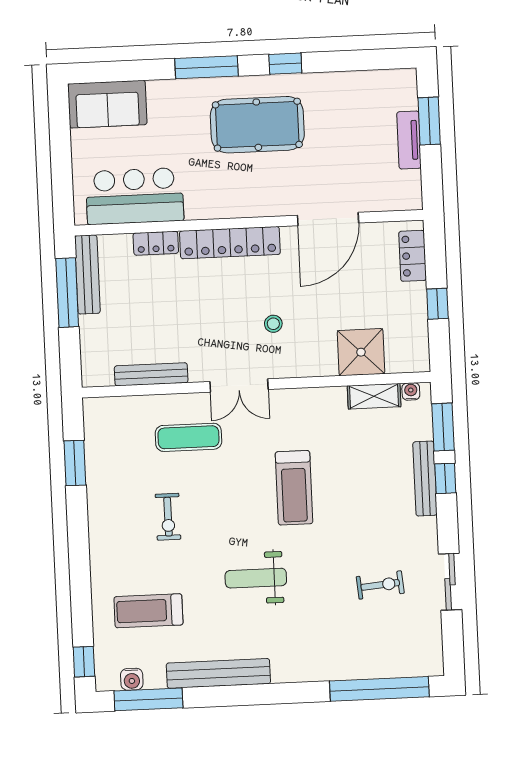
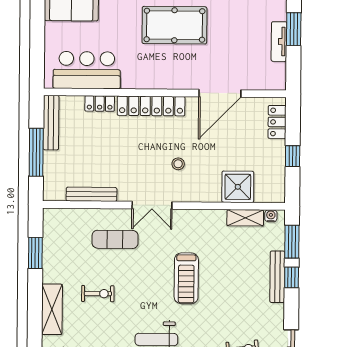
window: (67, 293) -> (36, 152), moved
exercise bike: (168, 517) -> (98, 294), turned -90
shelving: (103, 543) -> (52, 309), added

